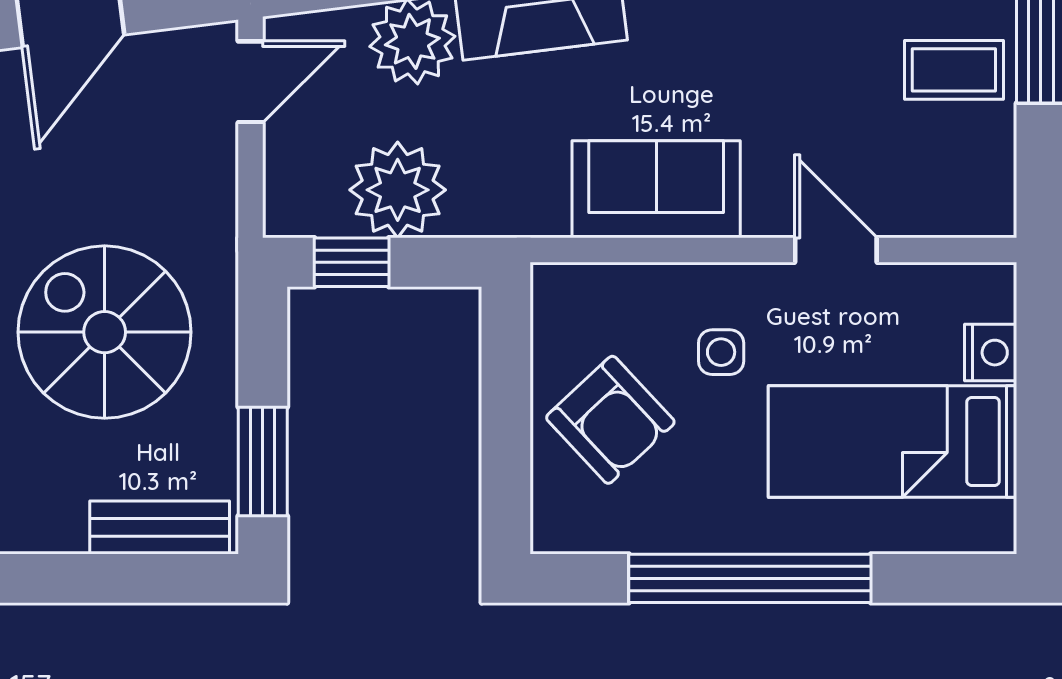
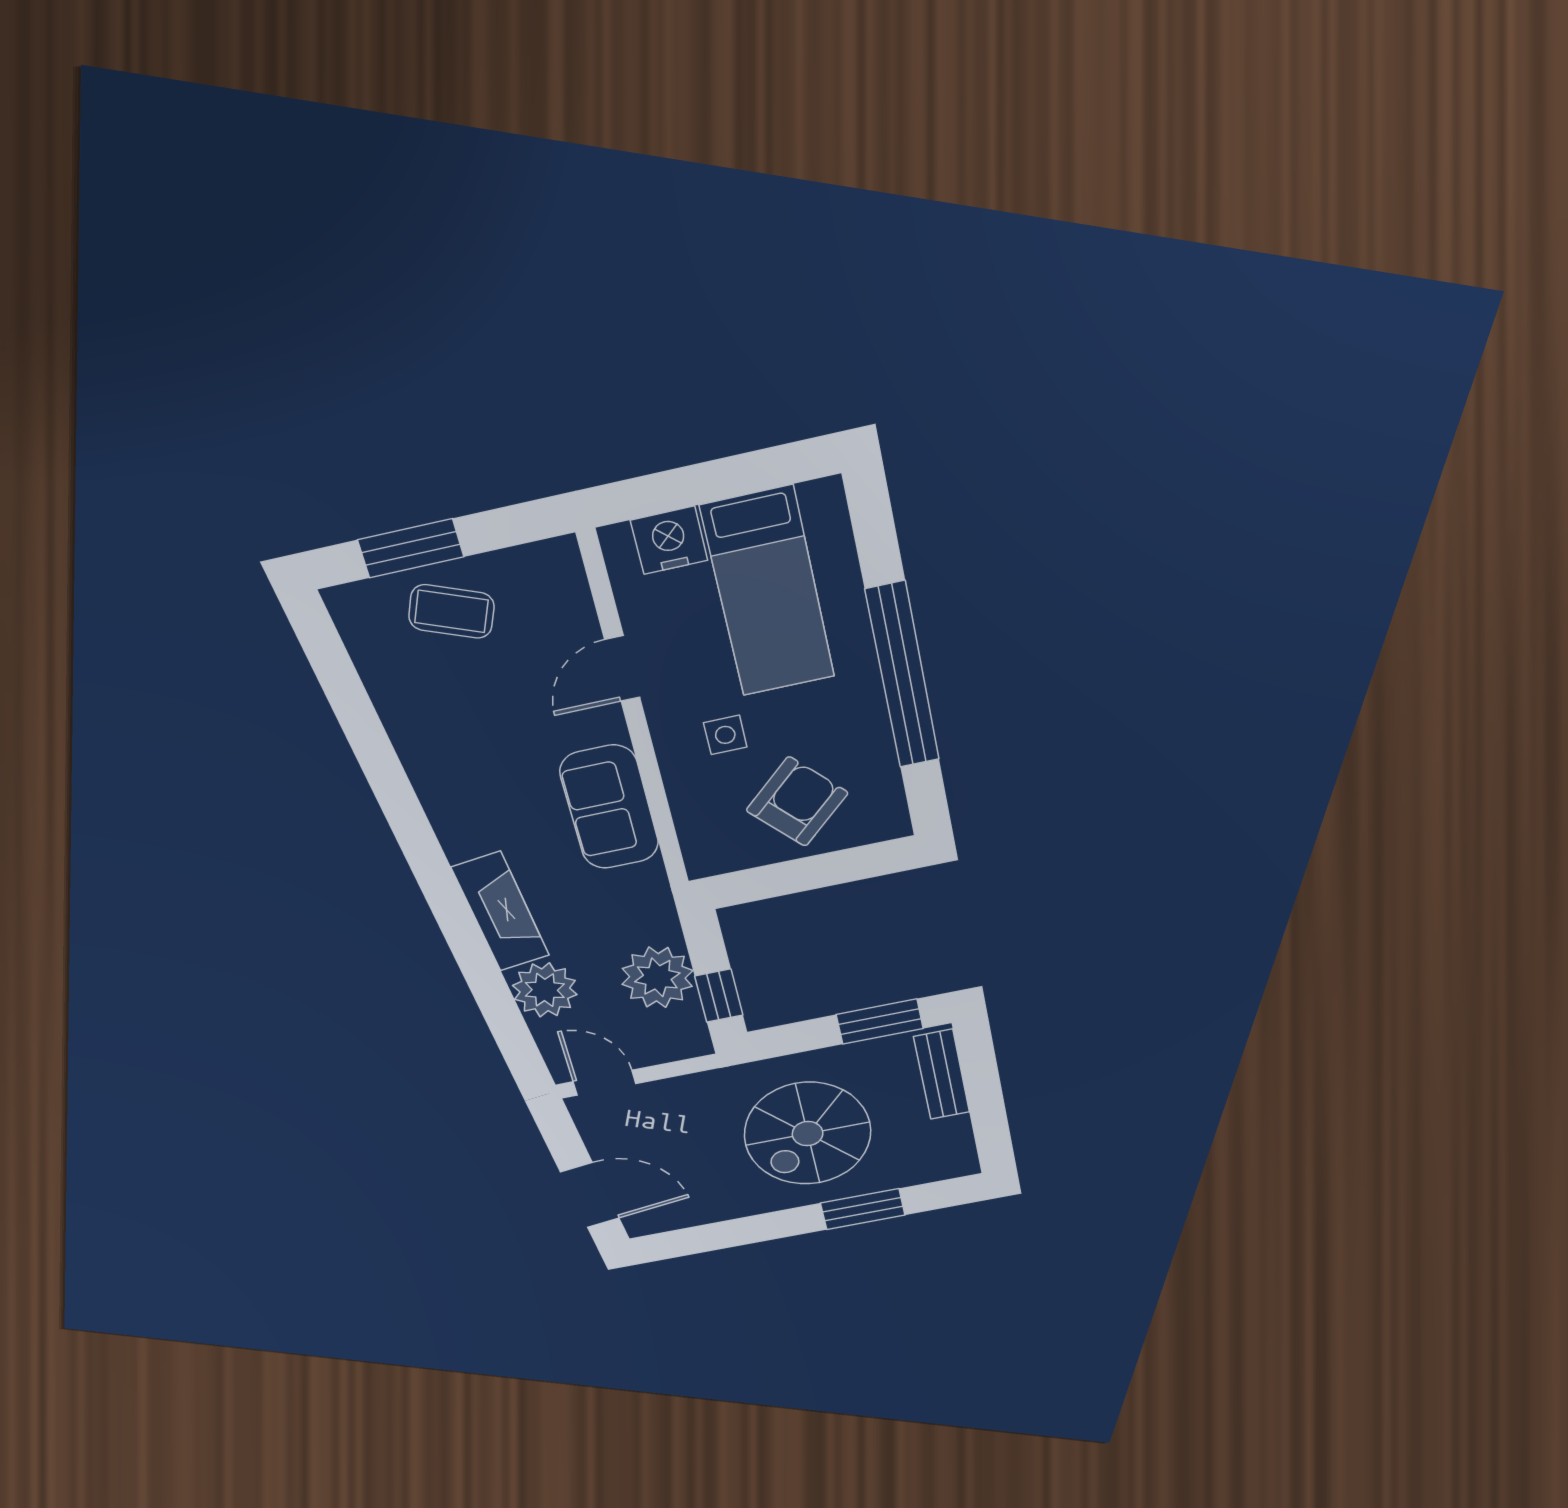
coffee table: (954, 70) -> (451, 611), turned -68
nightstand: (991, 353) -> (669, 540), width x1.36, depth x1.33

